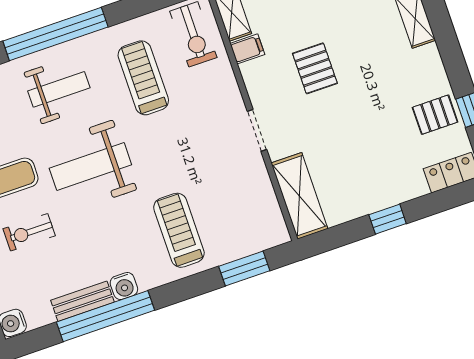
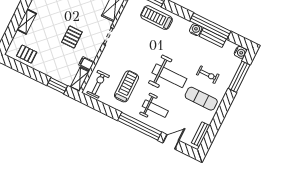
treadmill: (143, 78) -> (126, 86), turned 180
weight bench: (59, 89) -> (155, 109), turned 180
treadmill: (179, 230) -> (157, 18), moved, turned 90

